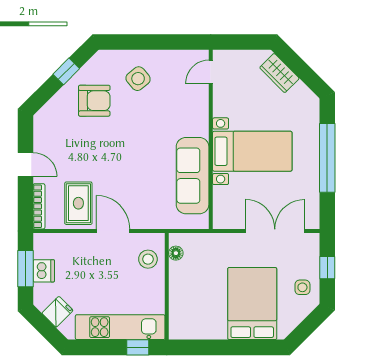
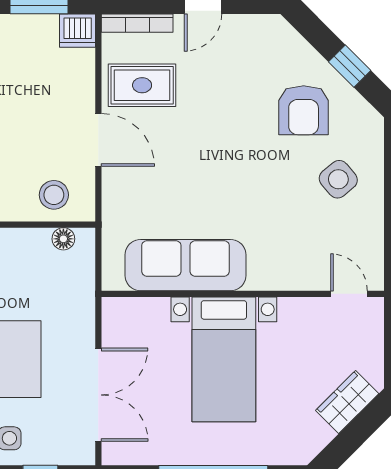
door: (113, 231) -> (98, 140), hinge flipped
dishwasher: (44, 271) -> (78, 31), moved

